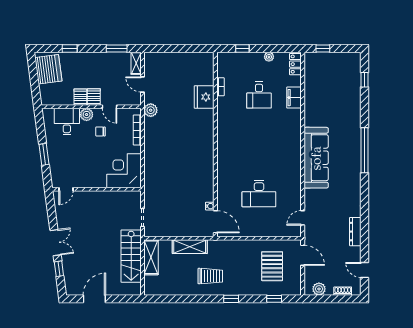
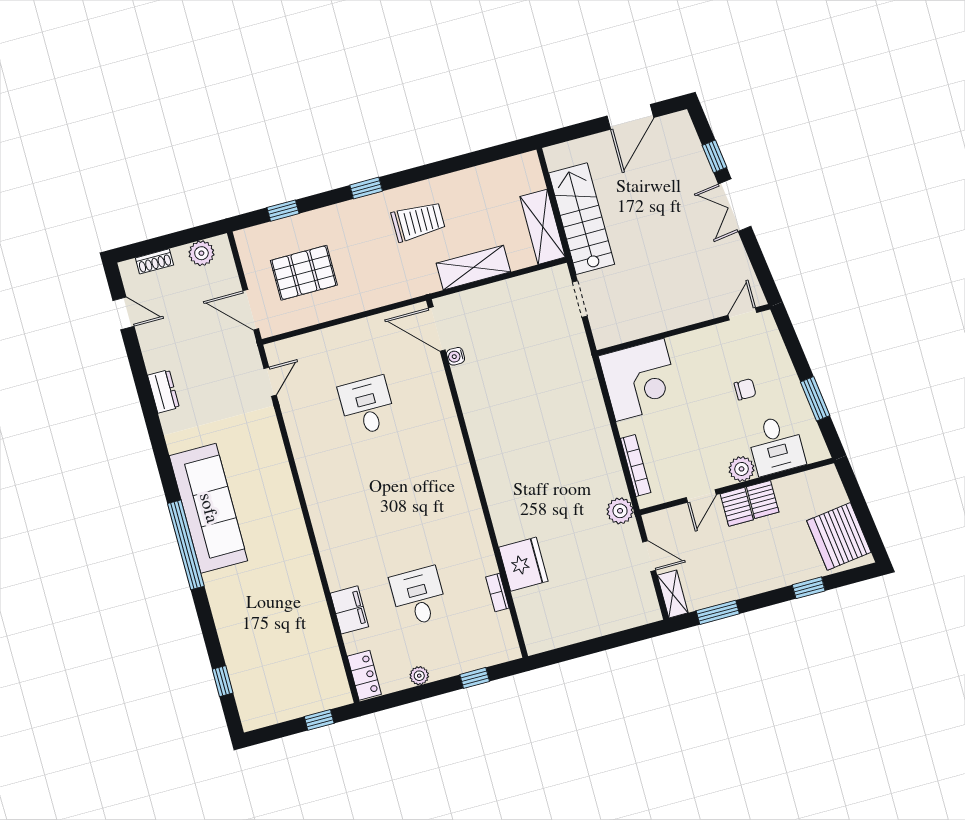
door: (110, 107) -> (701, 496), swing flipped
chair: (101, 131) -> (745, 389), moved
window: (44, 154) -> (815, 399), moved
sofa: (316, 158) -> (208, 508), moved, turned 180
desk: (259, 194) -> (367, 406), width x0.73
dresser: (355, 232) -> (163, 391), width x0.70
pallet: (272, 266) -> (304, 273), turned 90
trolley: (210, 276) -> (418, 221), turned 180

